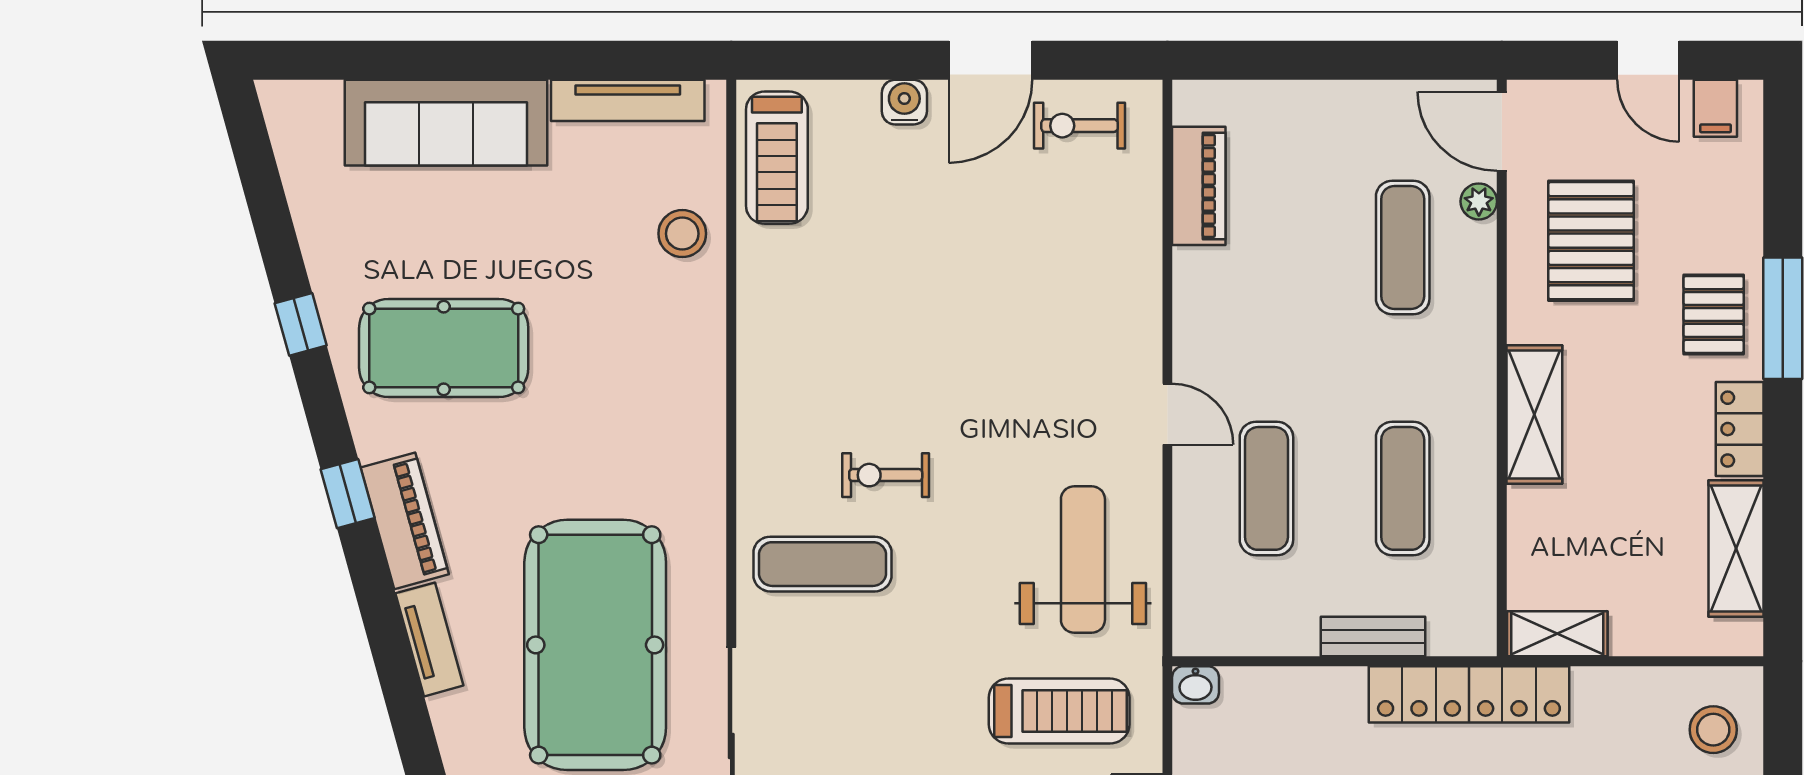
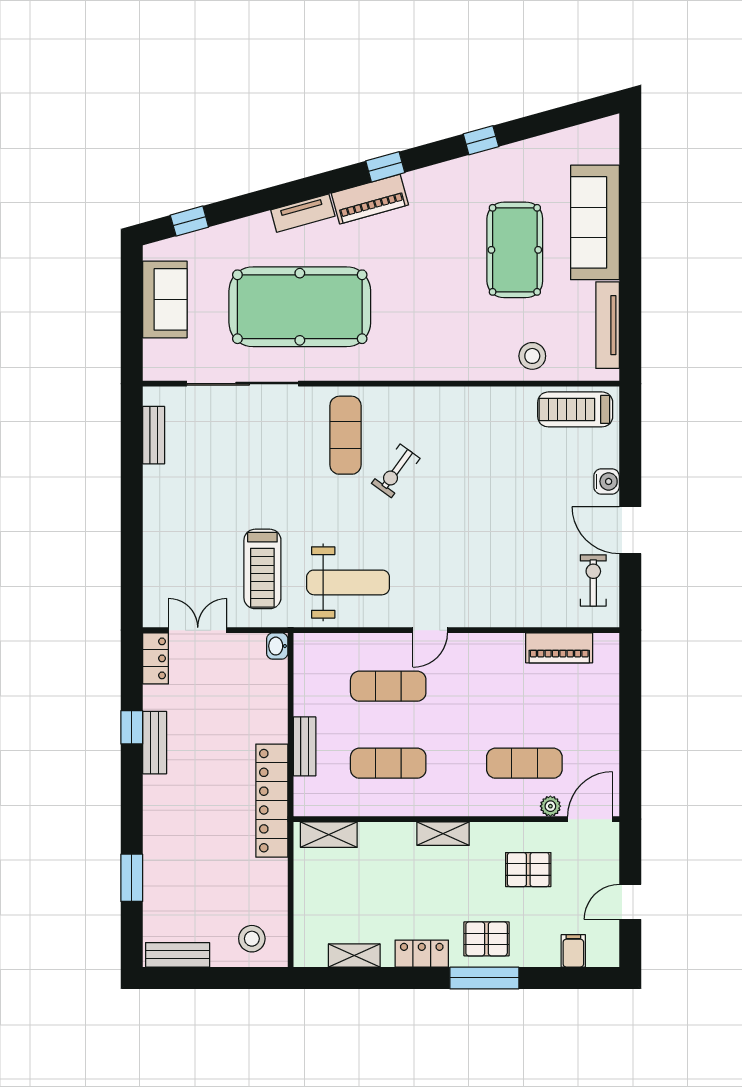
filing cabinet: (1715, 108) -> (573, 951), moved, turned 90
pallet: (1591, 241) -> (528, 870), width x0.67, depth x0.71
pool table: (444, 348) -> (515, 250), moved
shelving: (1534, 414) -> (443, 834), width x0.67, depth x0.75
exercise bike: (886, 475) -> (396, 471), turned -144
shelving: (1736, 548) -> (354, 955), width x0.67, depth x0.75
shelving: (1557, 634) -> (329, 835), moved, turned 90

